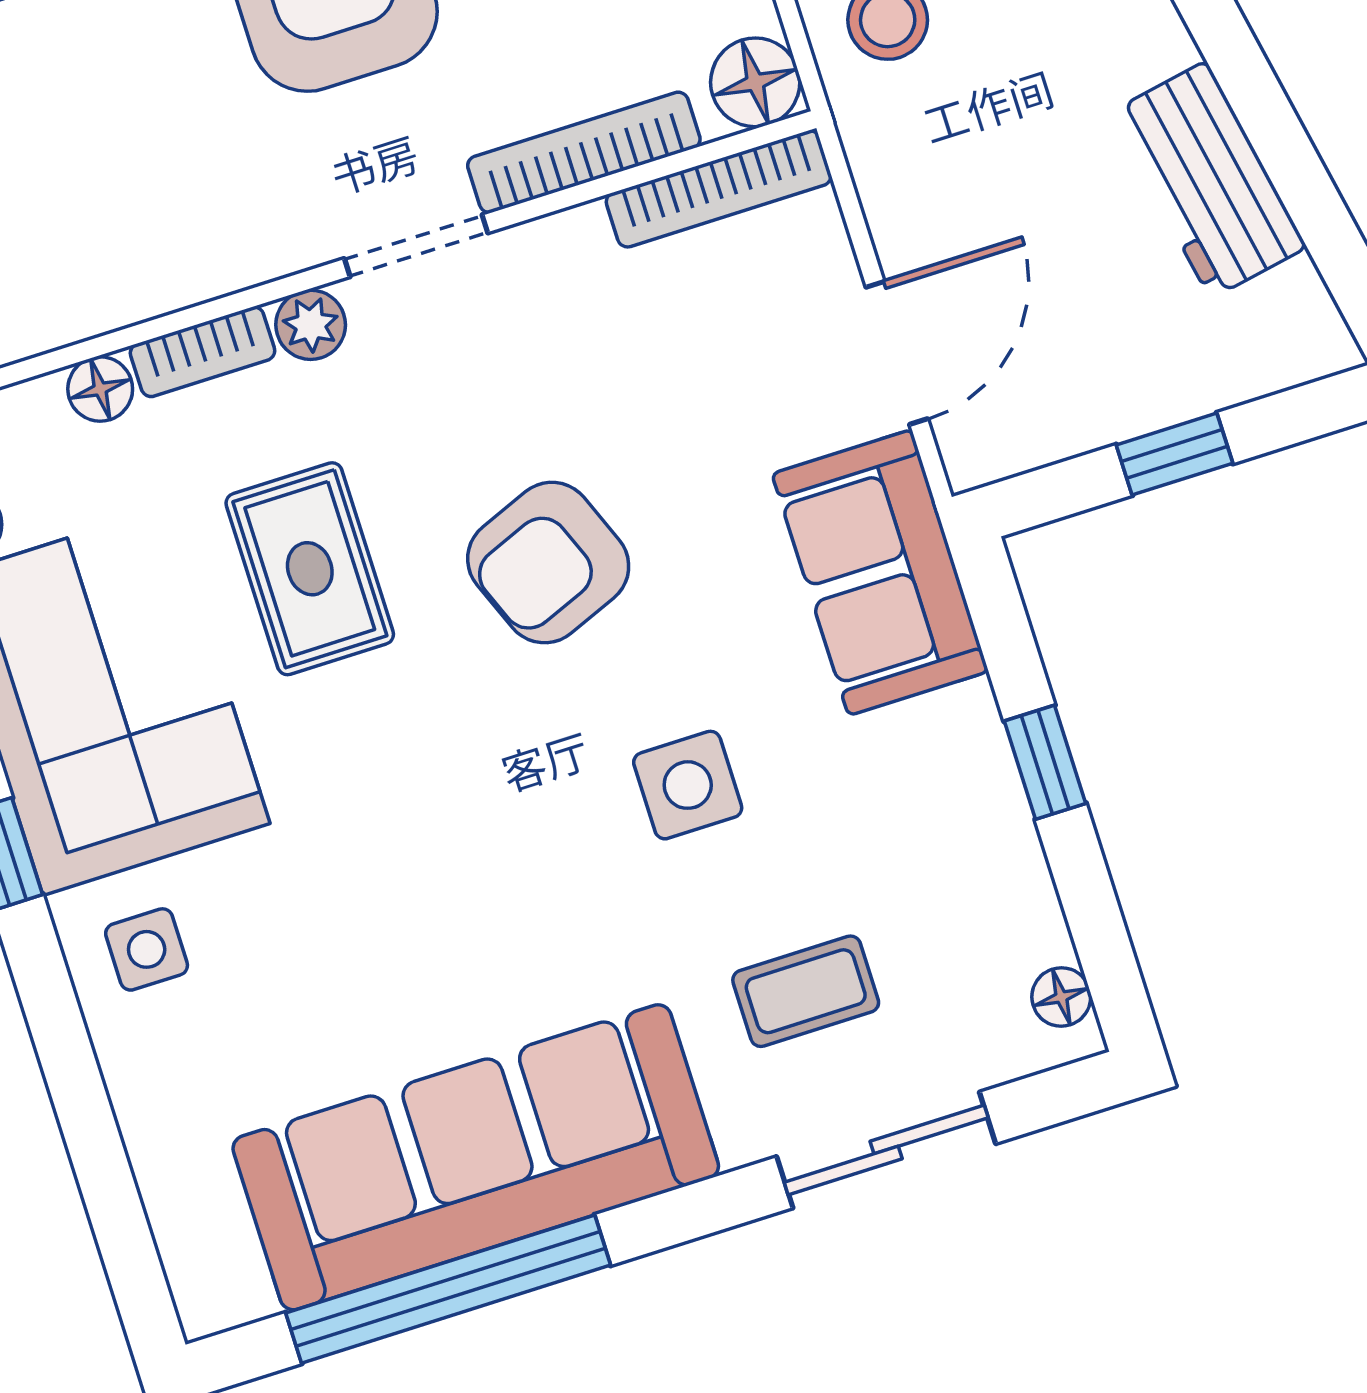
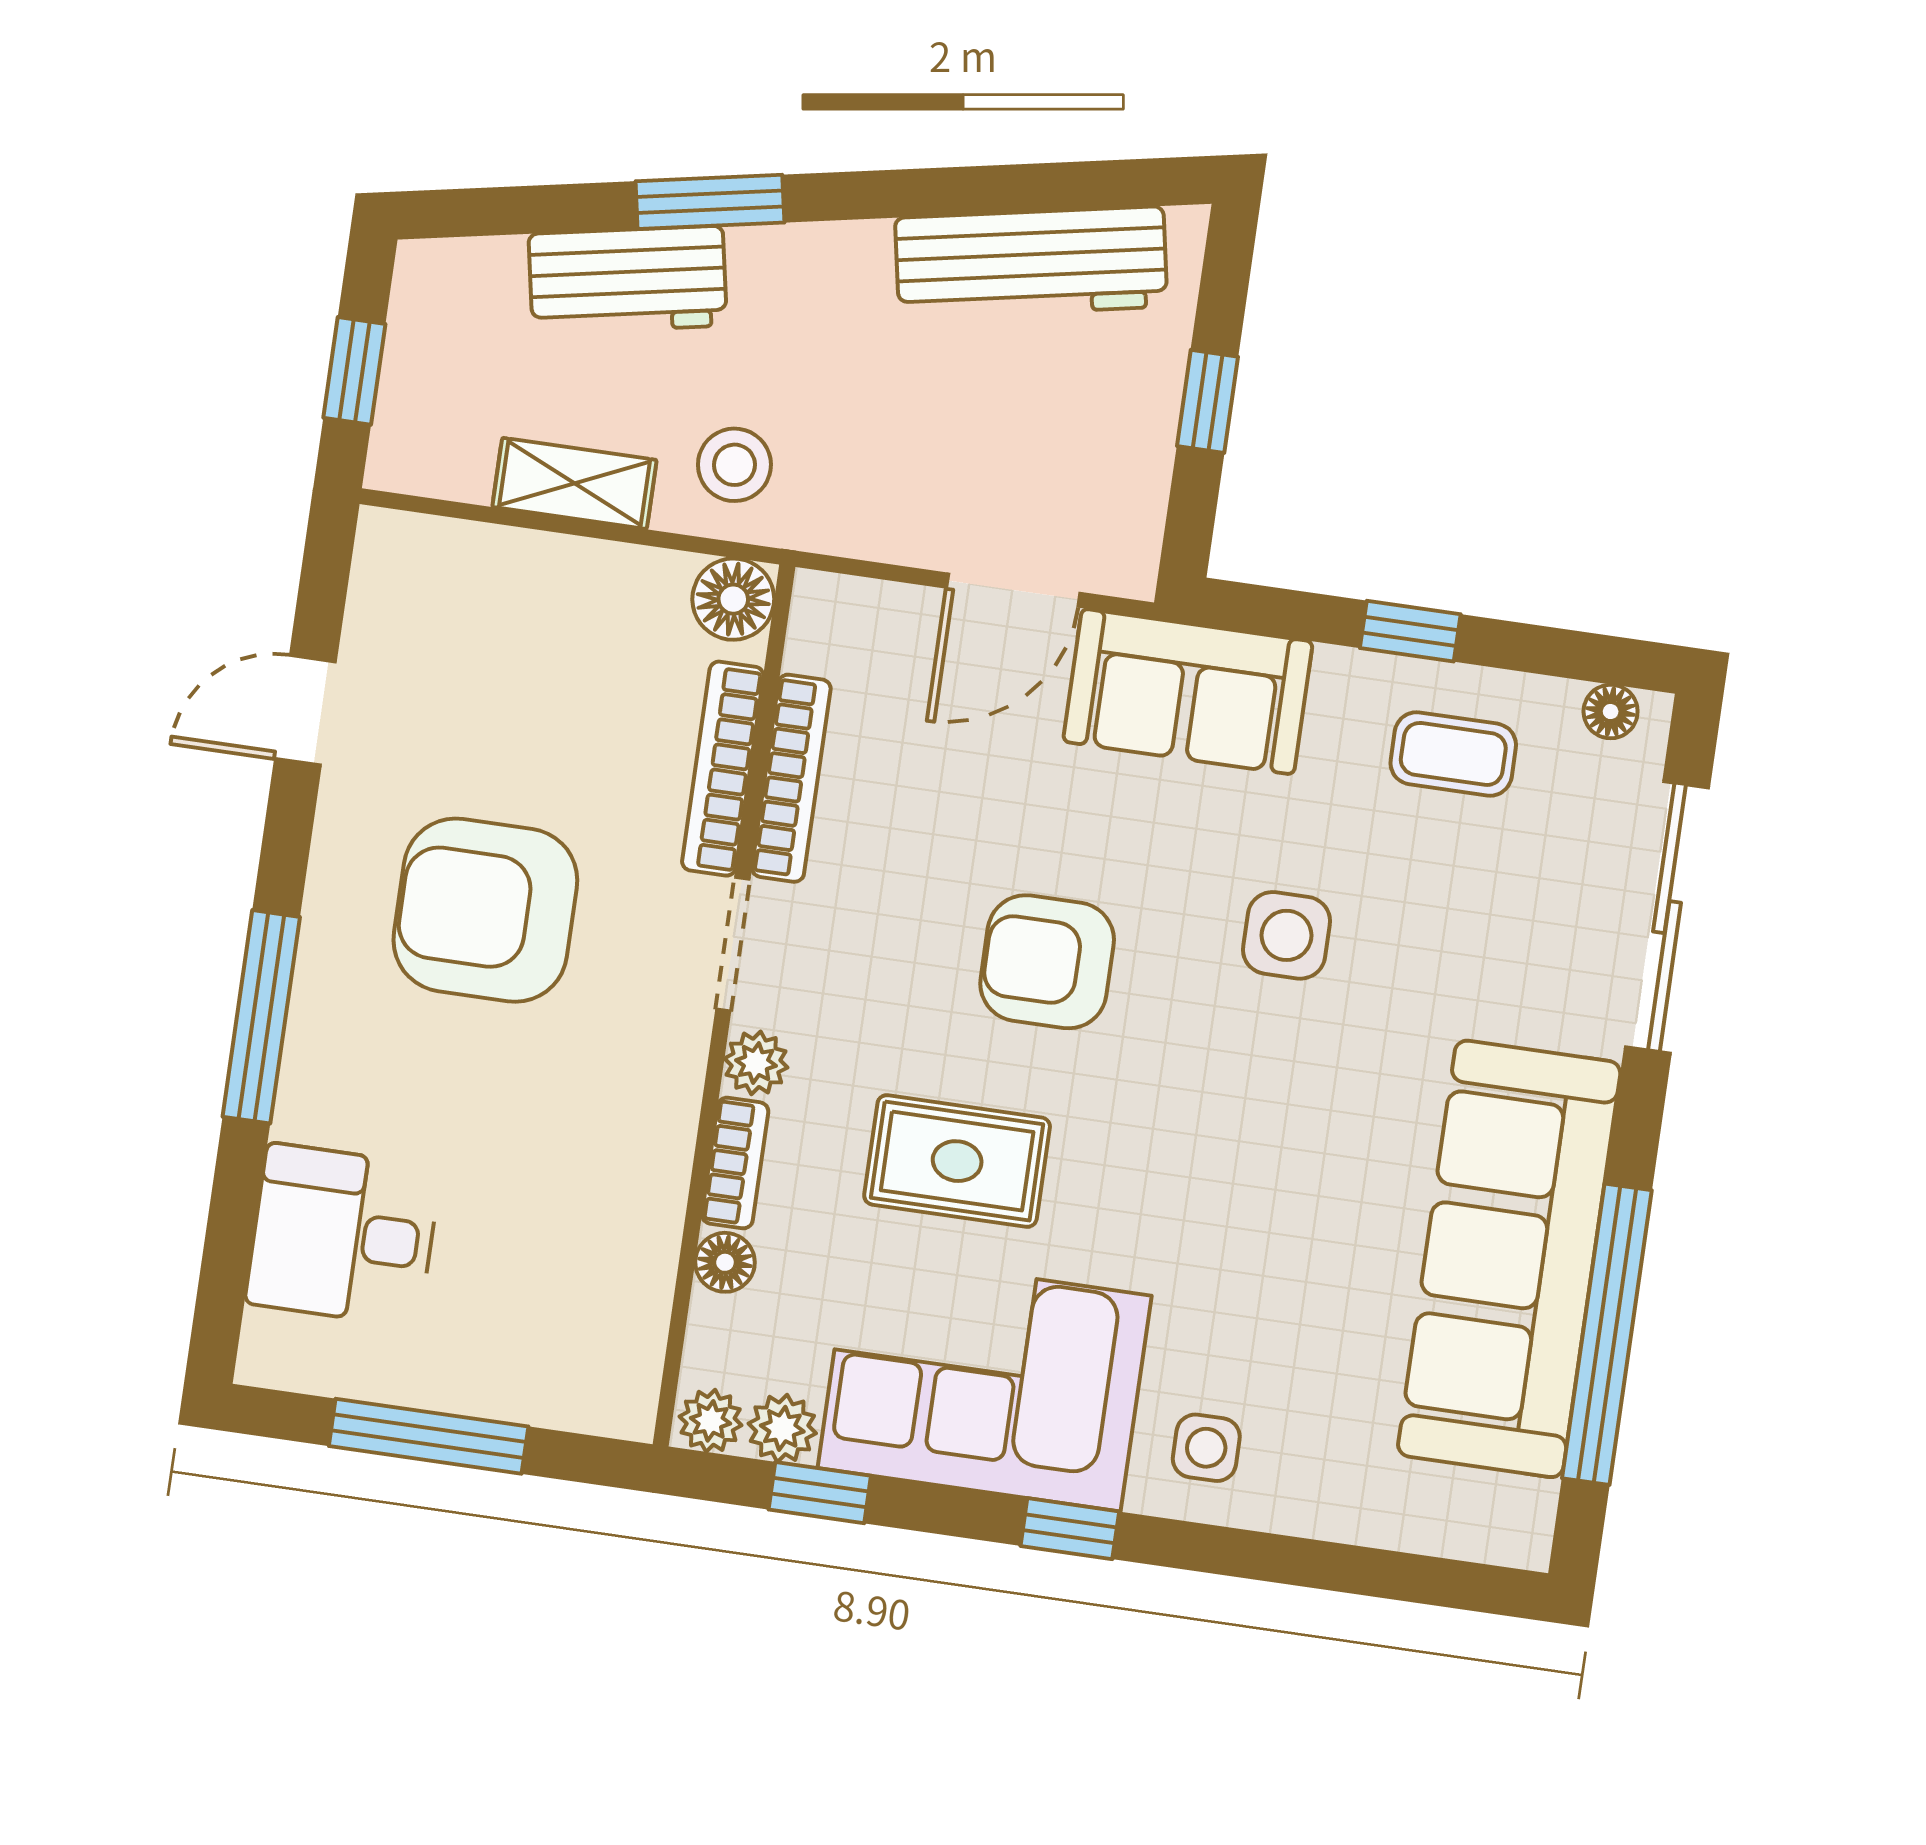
workbench: (1208, 180) -> (1031, 262), width x1.38
bookcase: (719, 189) -> (791, 778), moved
door: (897, 353) -> (1013, 590), swing flipped
armchair: (548, 563) -> (1047, 962), turned 112
coffee table: (806, 991) -> (1453, 754), moved, turned 90
sliding door: (886, 1150) -> (1667, 917), width x1.37

